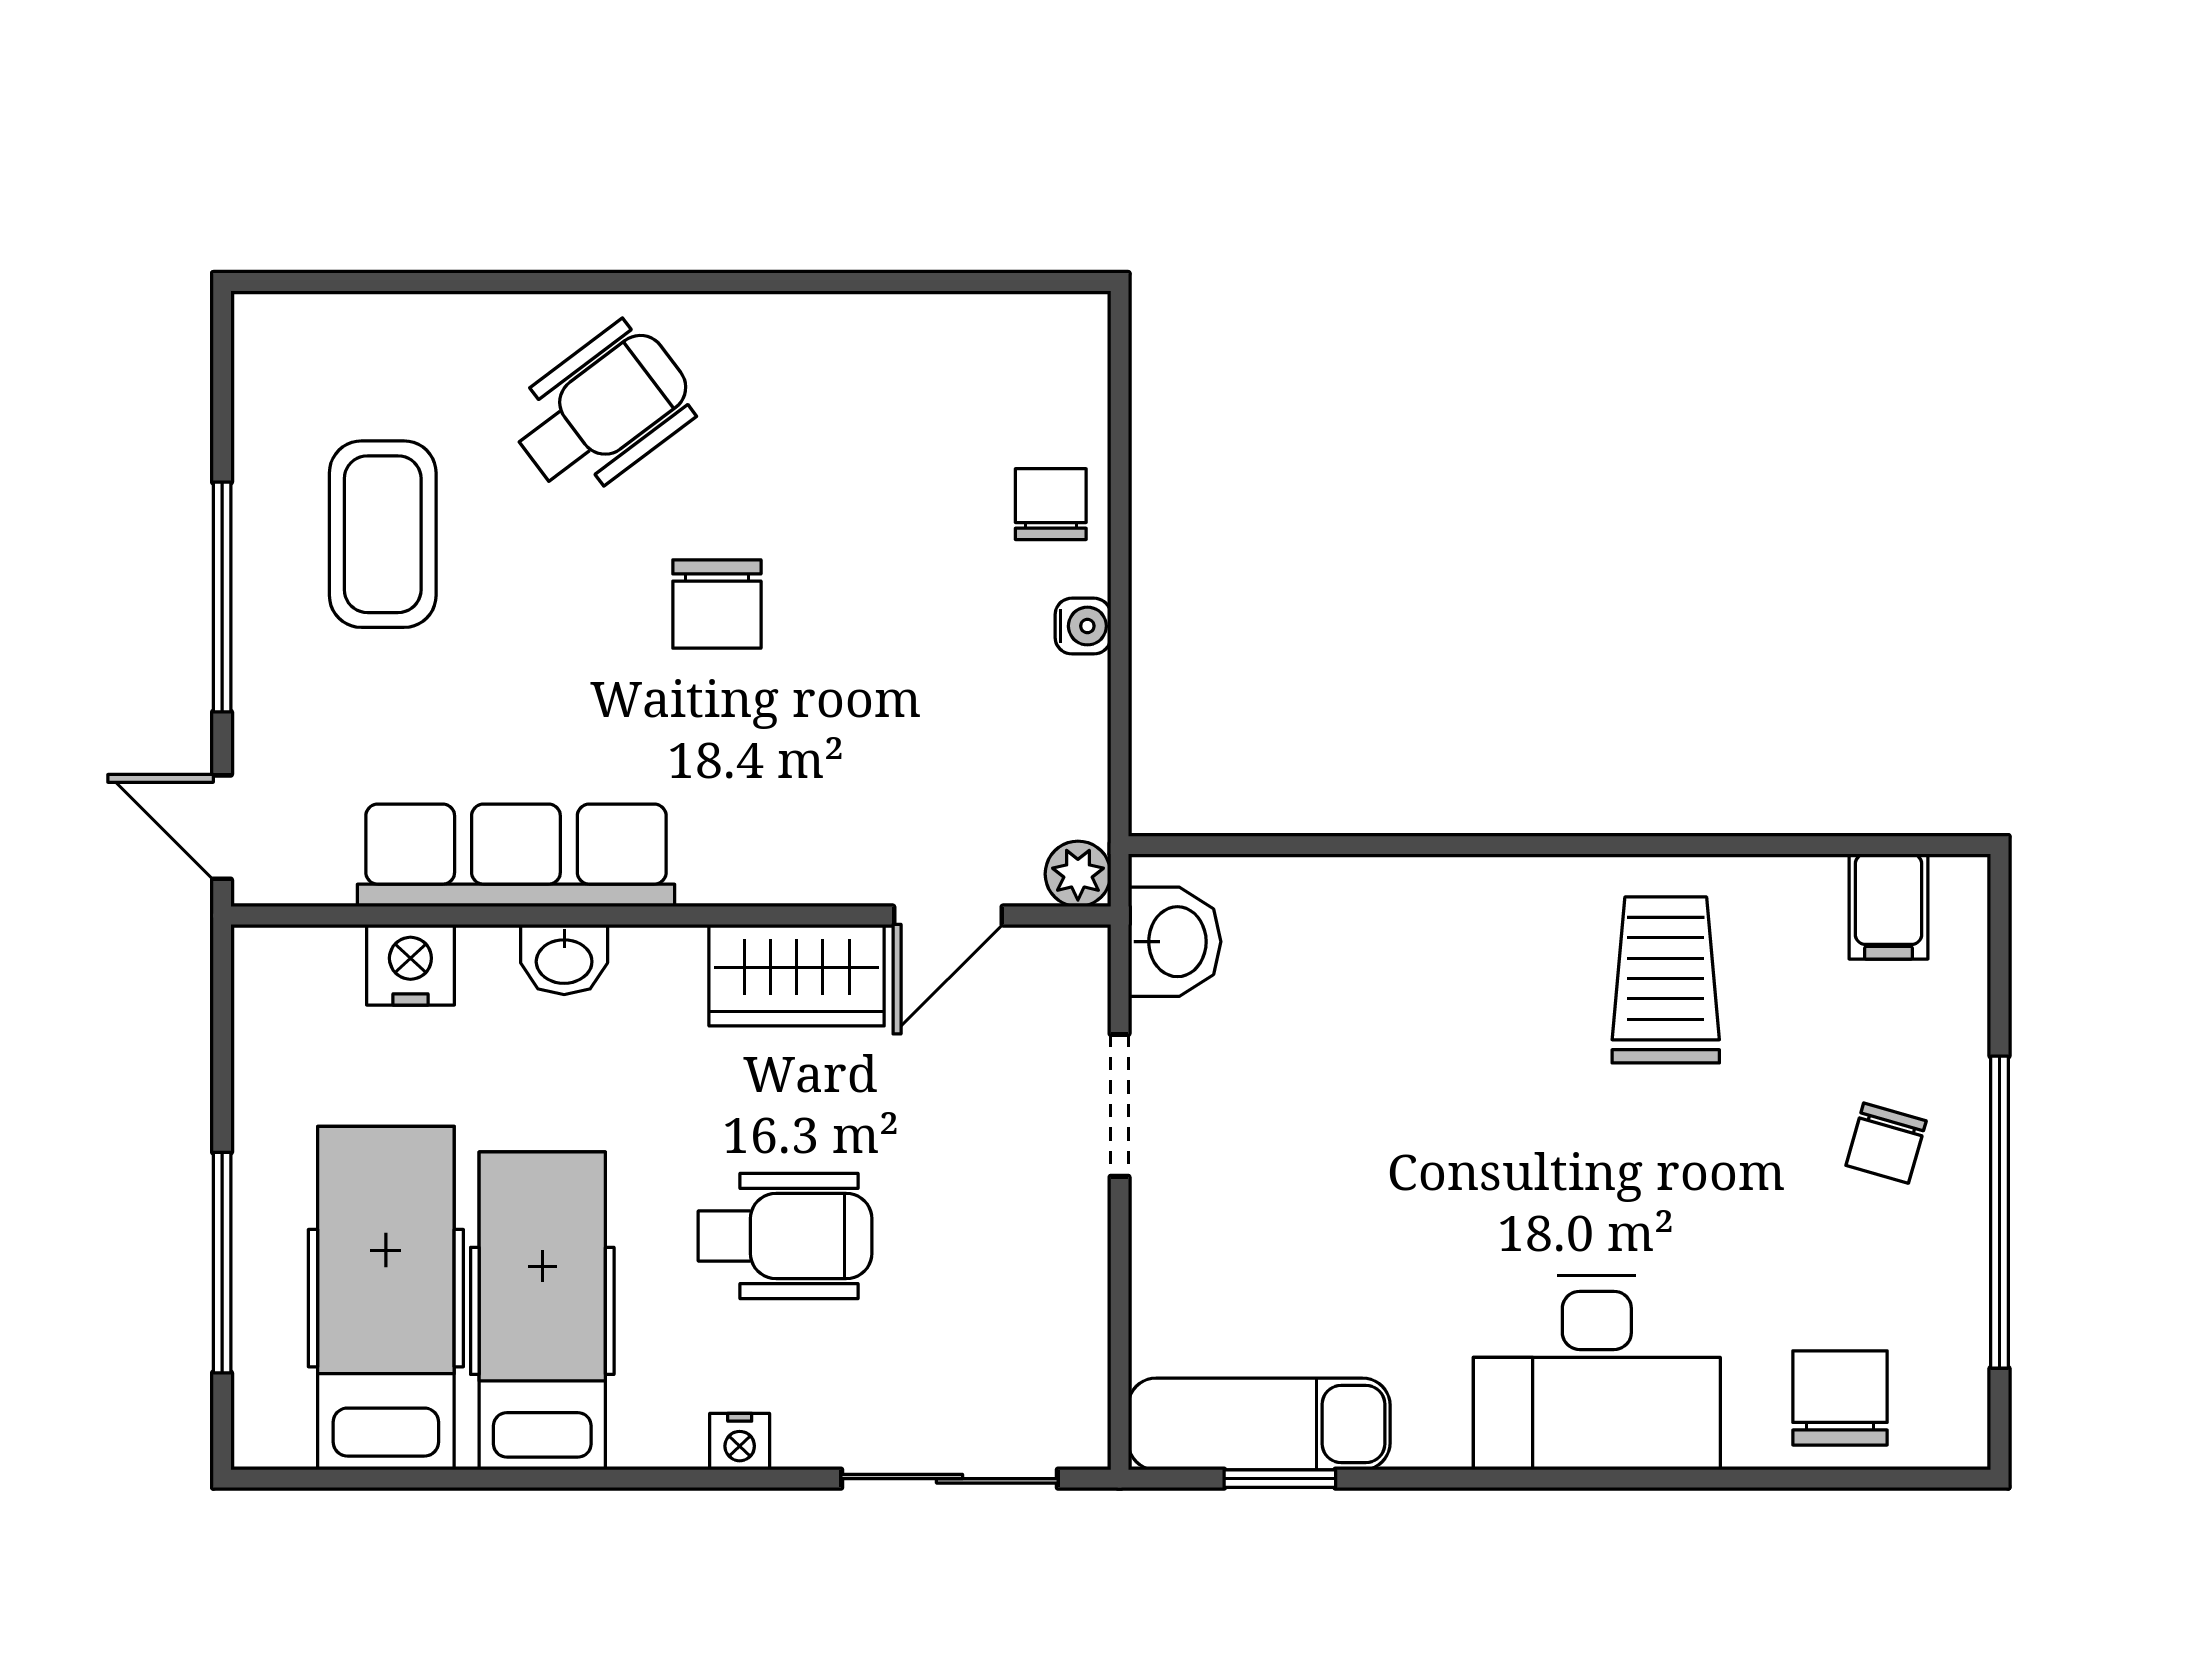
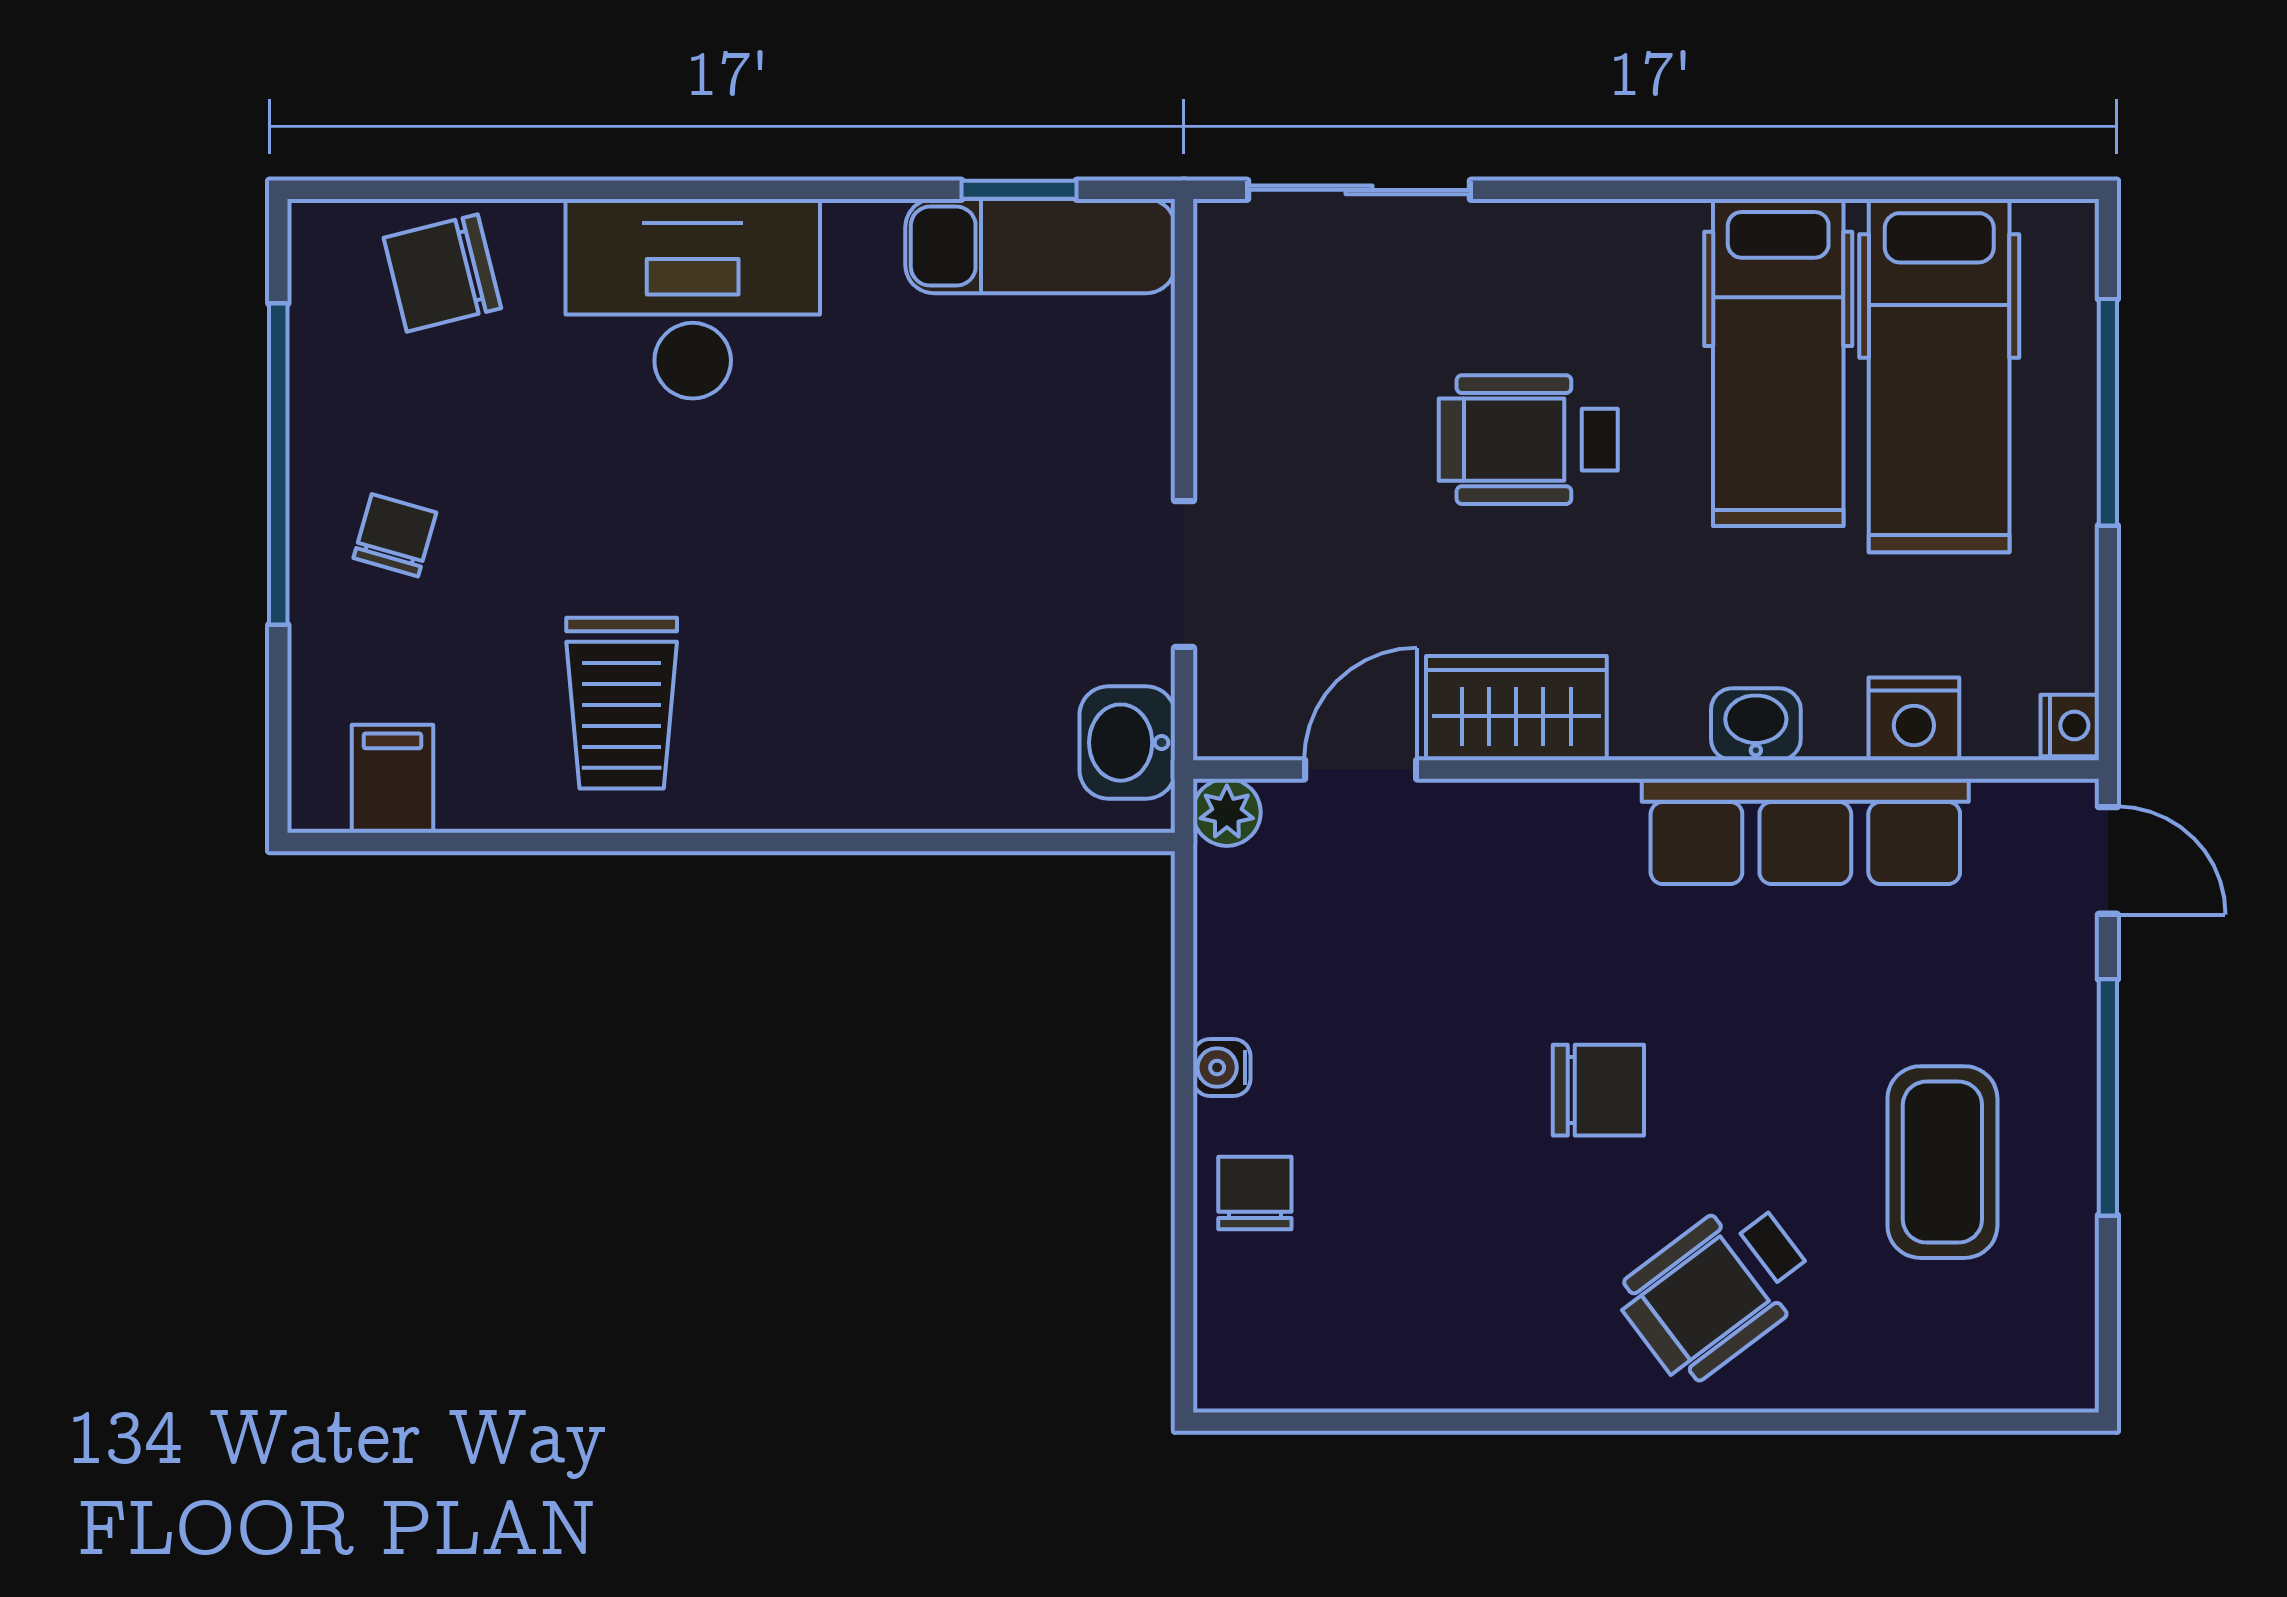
chair: (1051, 504) -> (1255, 1193), turned 180
chair: (717, 604) -> (1598, 1090), turned 90
chair: (1840, 1398) -> (442, 273), turned 76
nightstand: (740, 1442) -> (2070, 725), moved, turned 90

